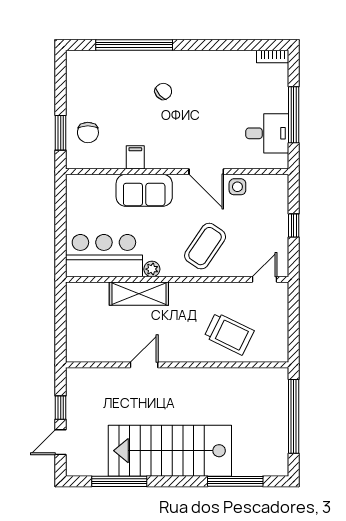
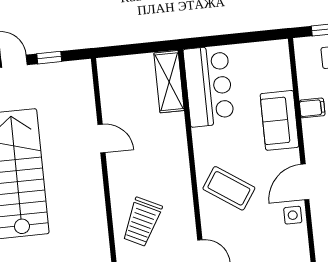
plant: (152, 269) -> (200, 136), removed
shelving: (139, 294) -> (169, 82), moved

